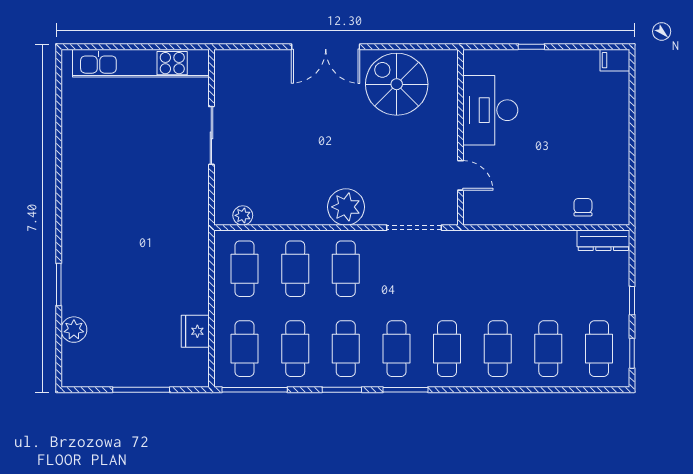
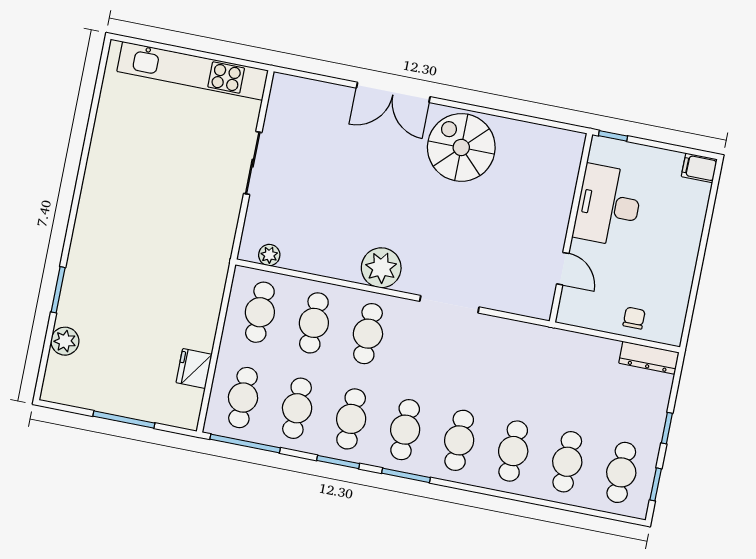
desk: (490, 110) -> (608, 205), moved
wall: (461, 137) -> (571, 228), moved
door: (461, 175) -> (563, 269), moved

